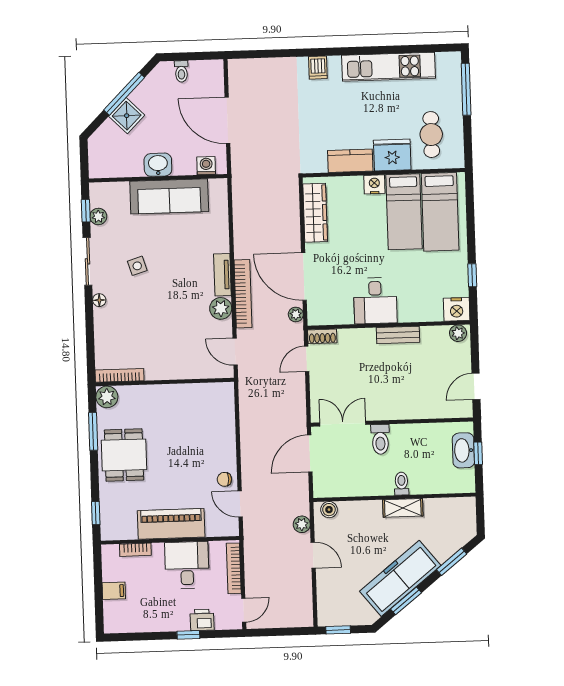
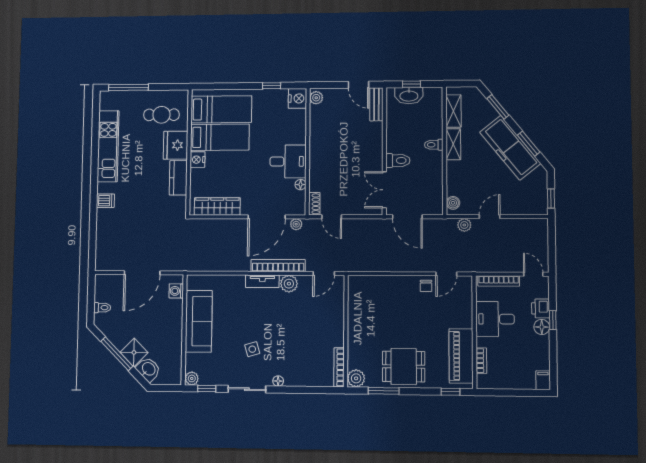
washbasin: (158, 165) -> (148, 369), moved, turned 135
plant: (98, 216) -> (192, 378), moved
floor lamp: (346, 318) -> (300, 185), added
bench: (398, 335) -> (376, 104), moved
shelving: (445, 507) -> (453, 111), added
piano: (171, 524) -> (461, 356), moved
filing cabinet: (114, 591) -> (543, 380), moved
floor lamp: (179, 622) -> (542, 327), added

